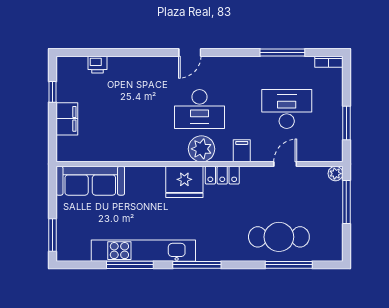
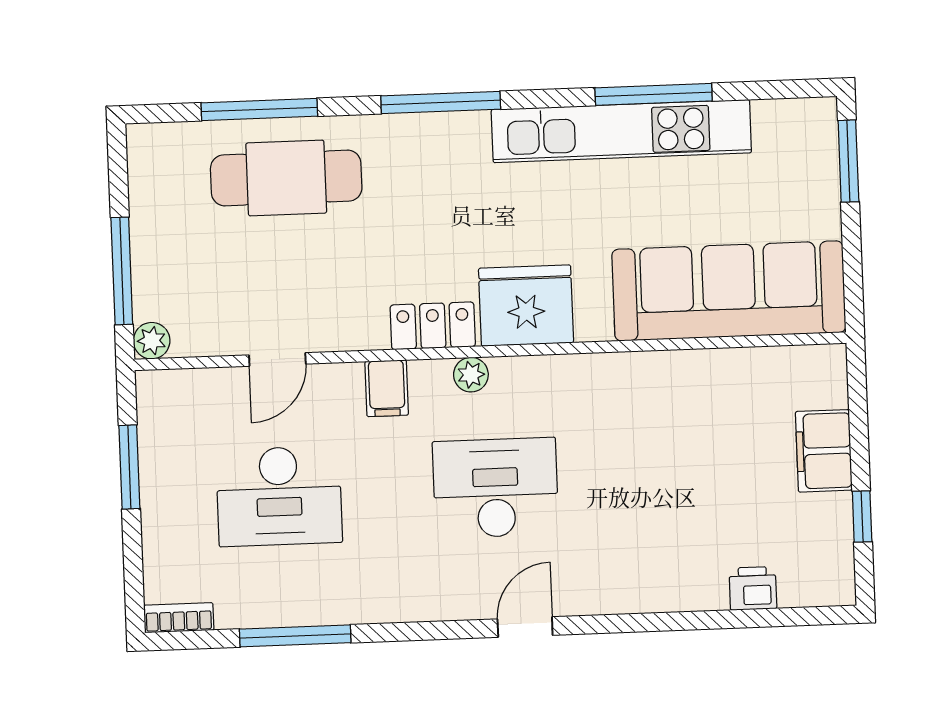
plant: (202, 149) -> (471, 375), width x0.53, depth x0.53
sofa: (90, 181) -> (729, 291), width x1.36, depth x1.27
window: (197, 265) -> (441, 103), moved

